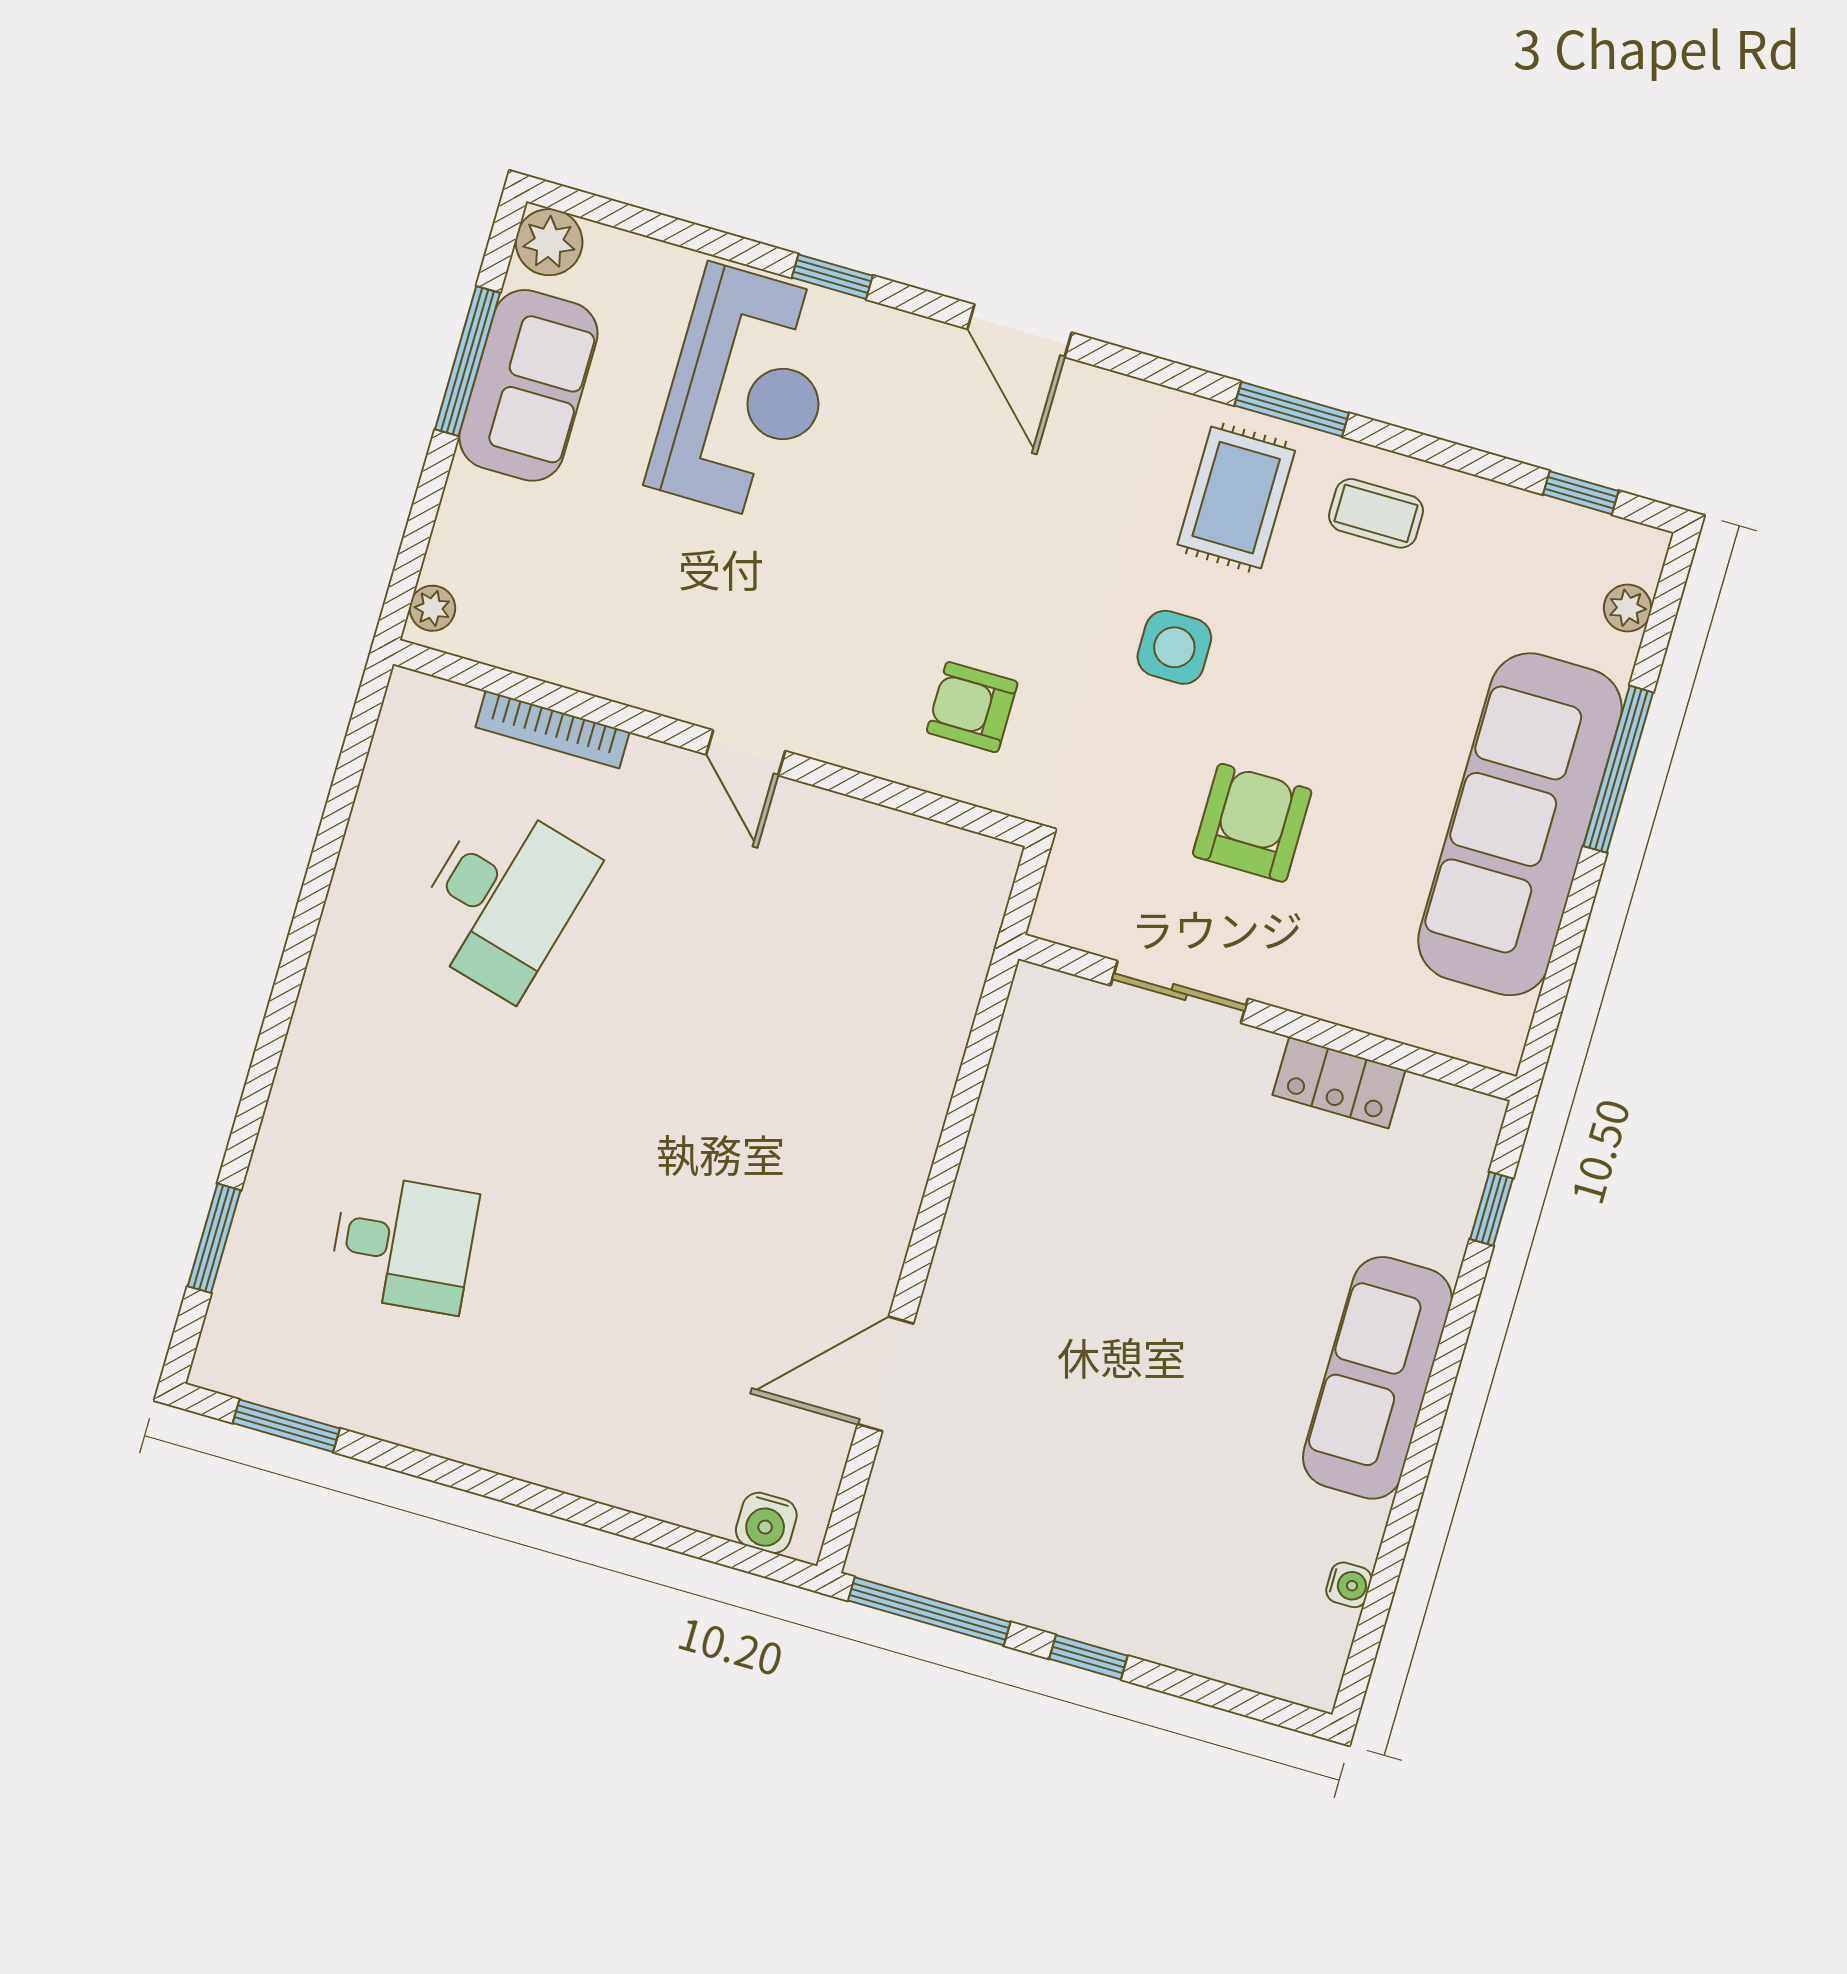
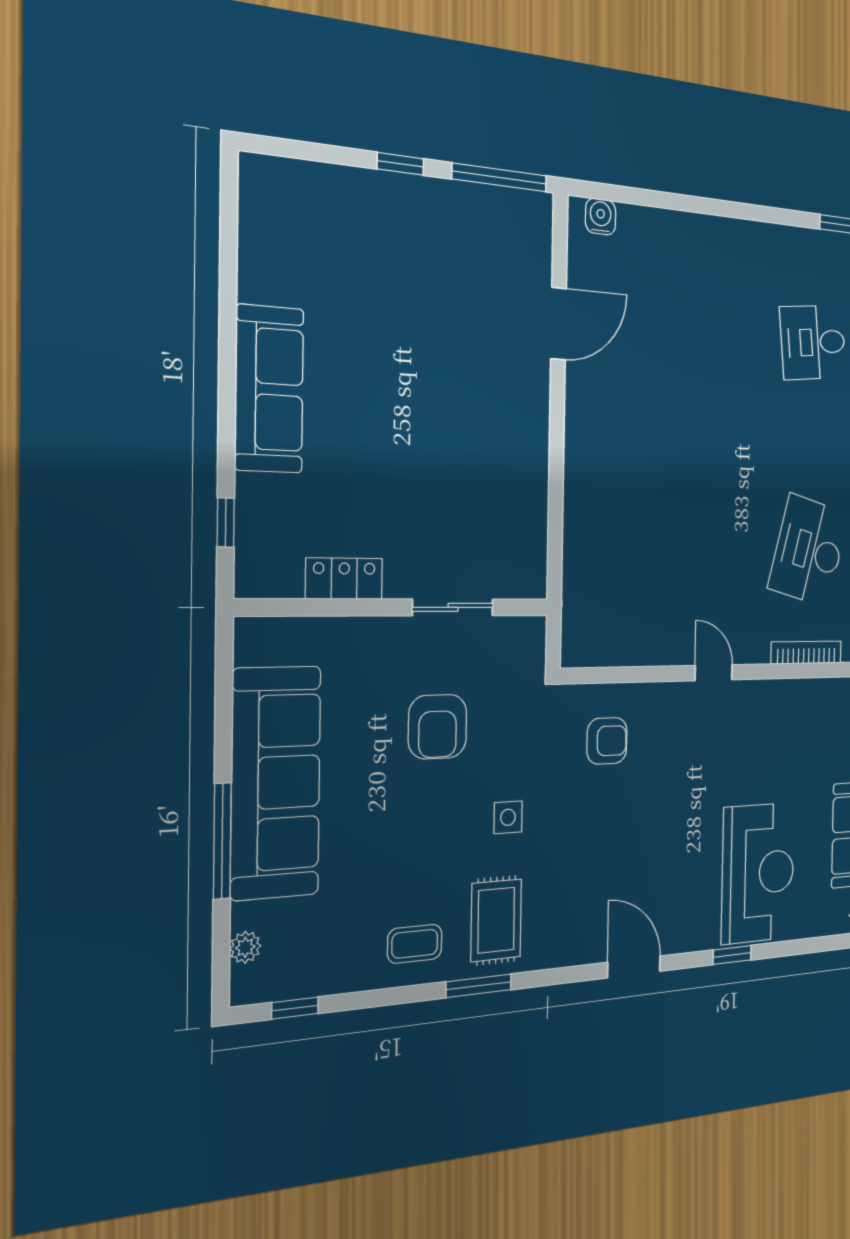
reception desk: (746, 393) -> (758, 873), turned 180
side table: (1174, 647) -> (508, 817), width x0.73, depth x0.73
water cooler: (1349, 1585) -> (251, 243), removed

